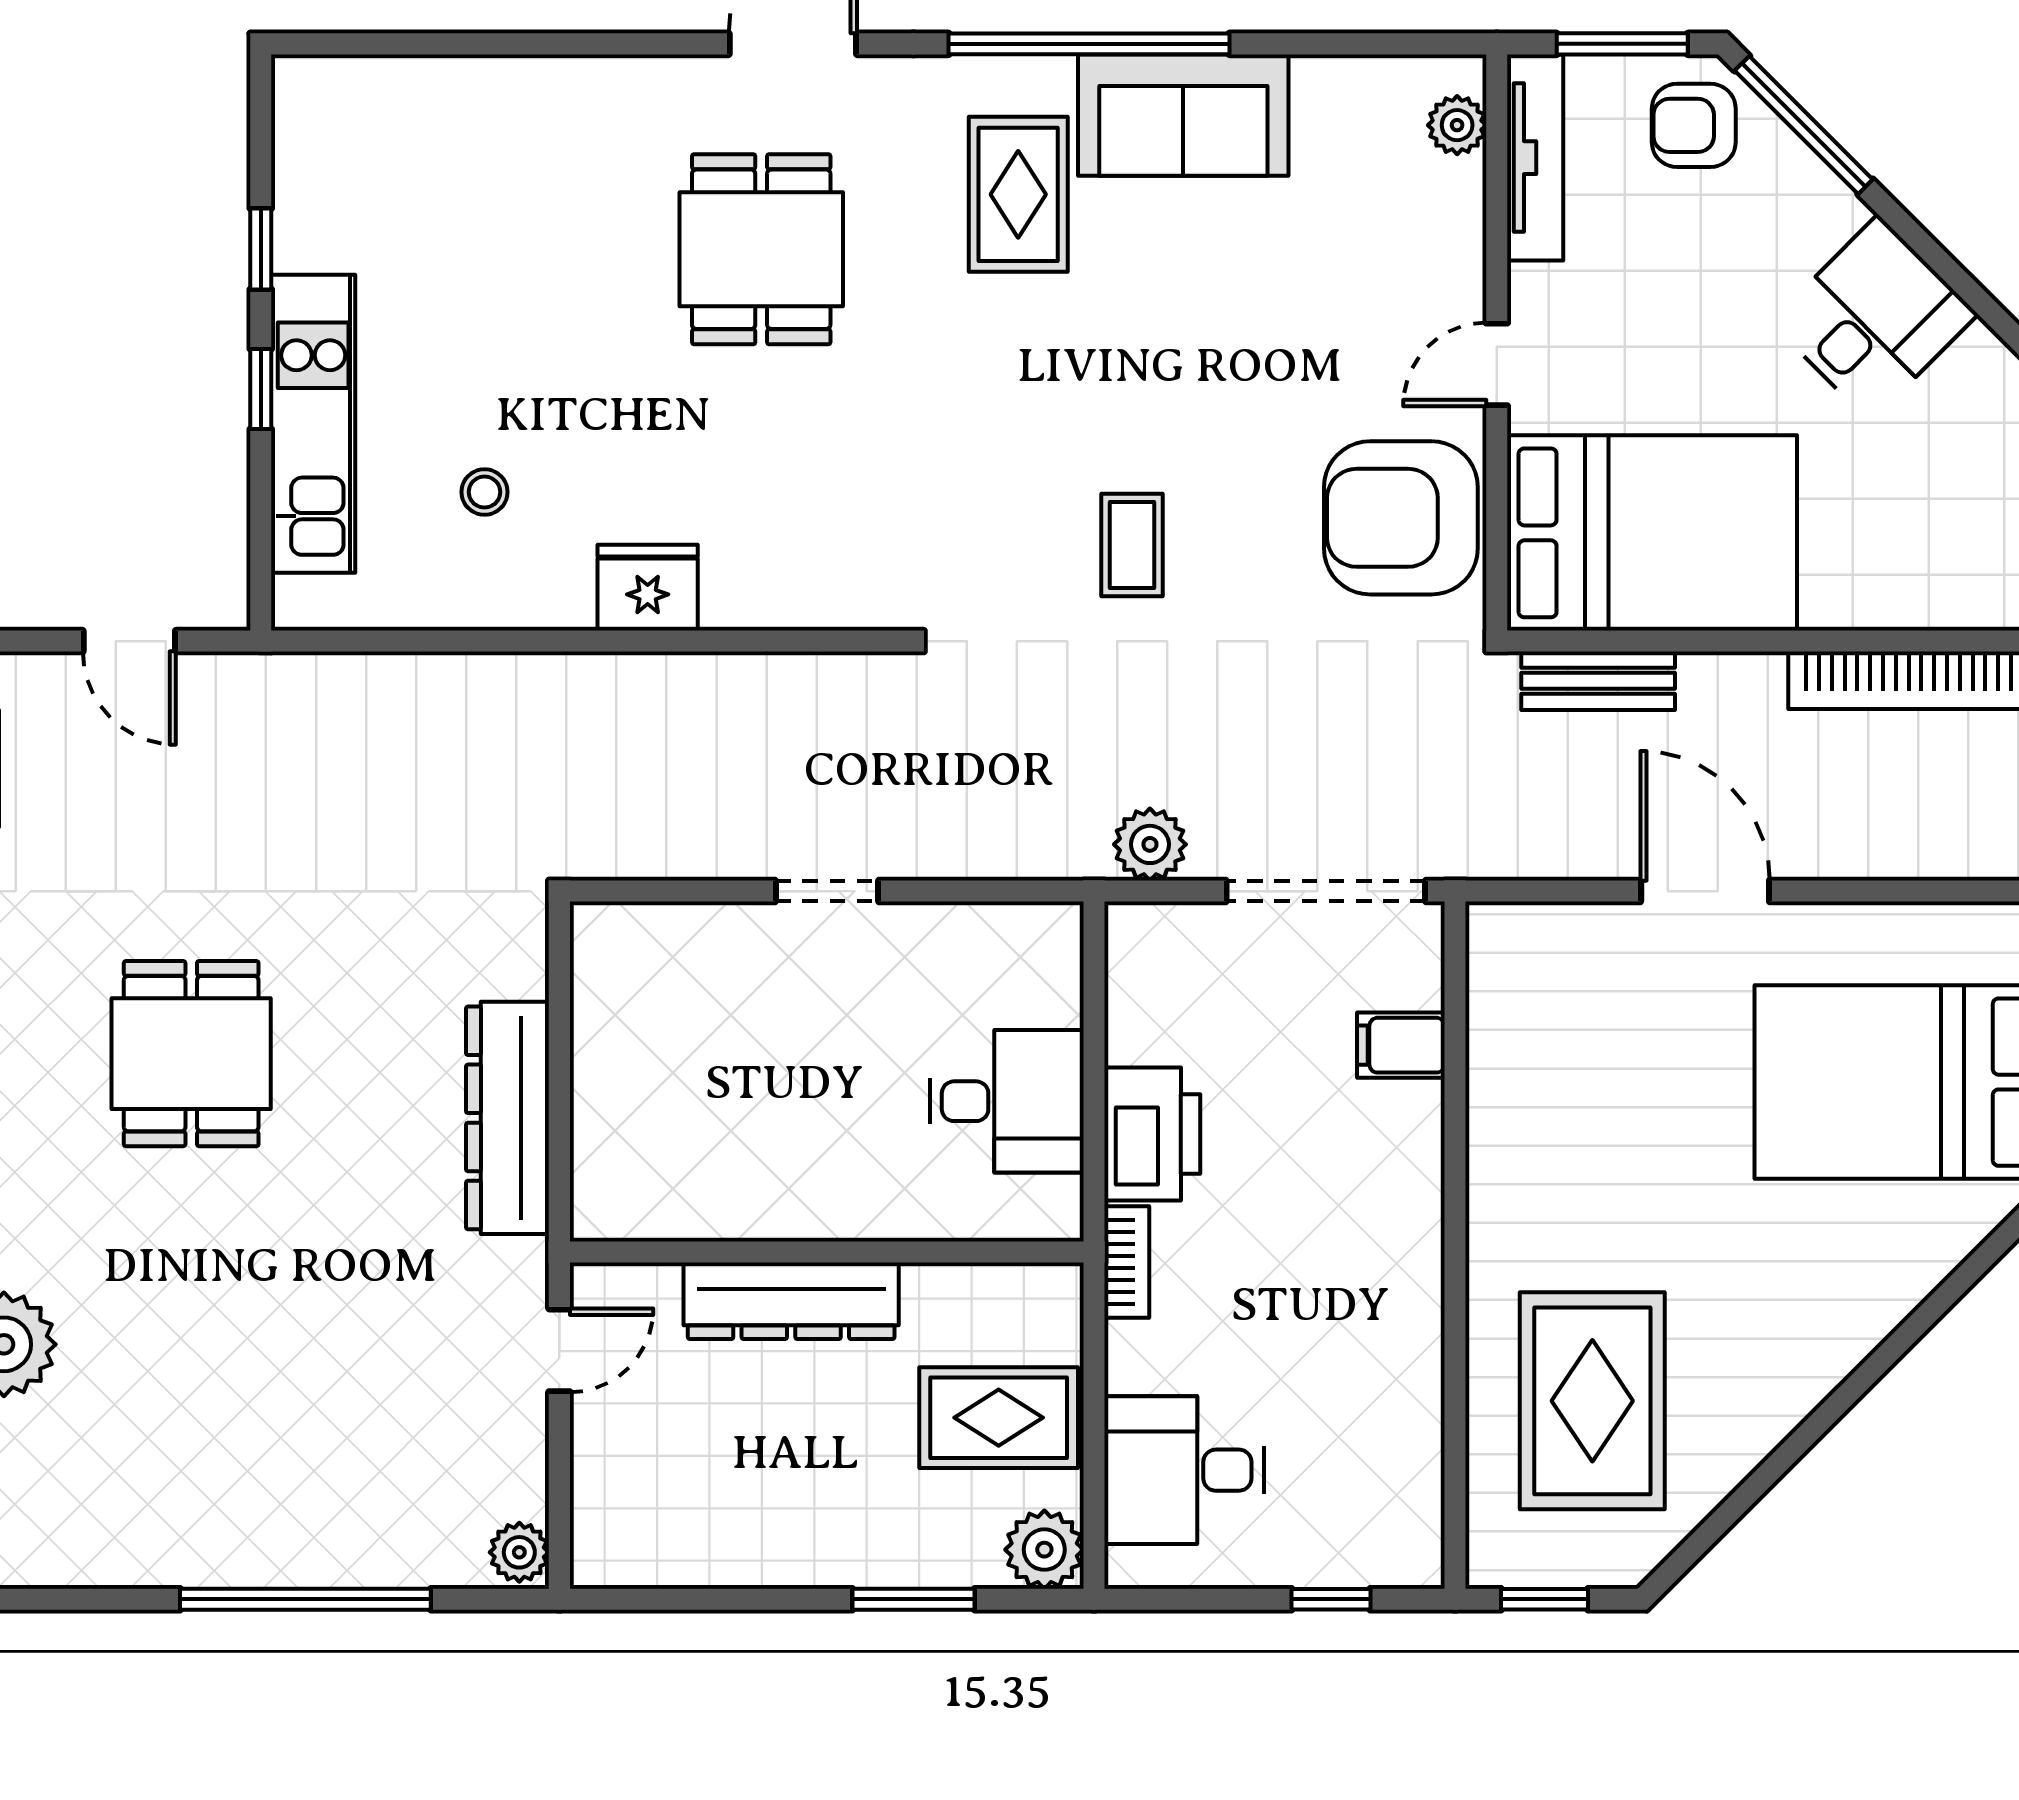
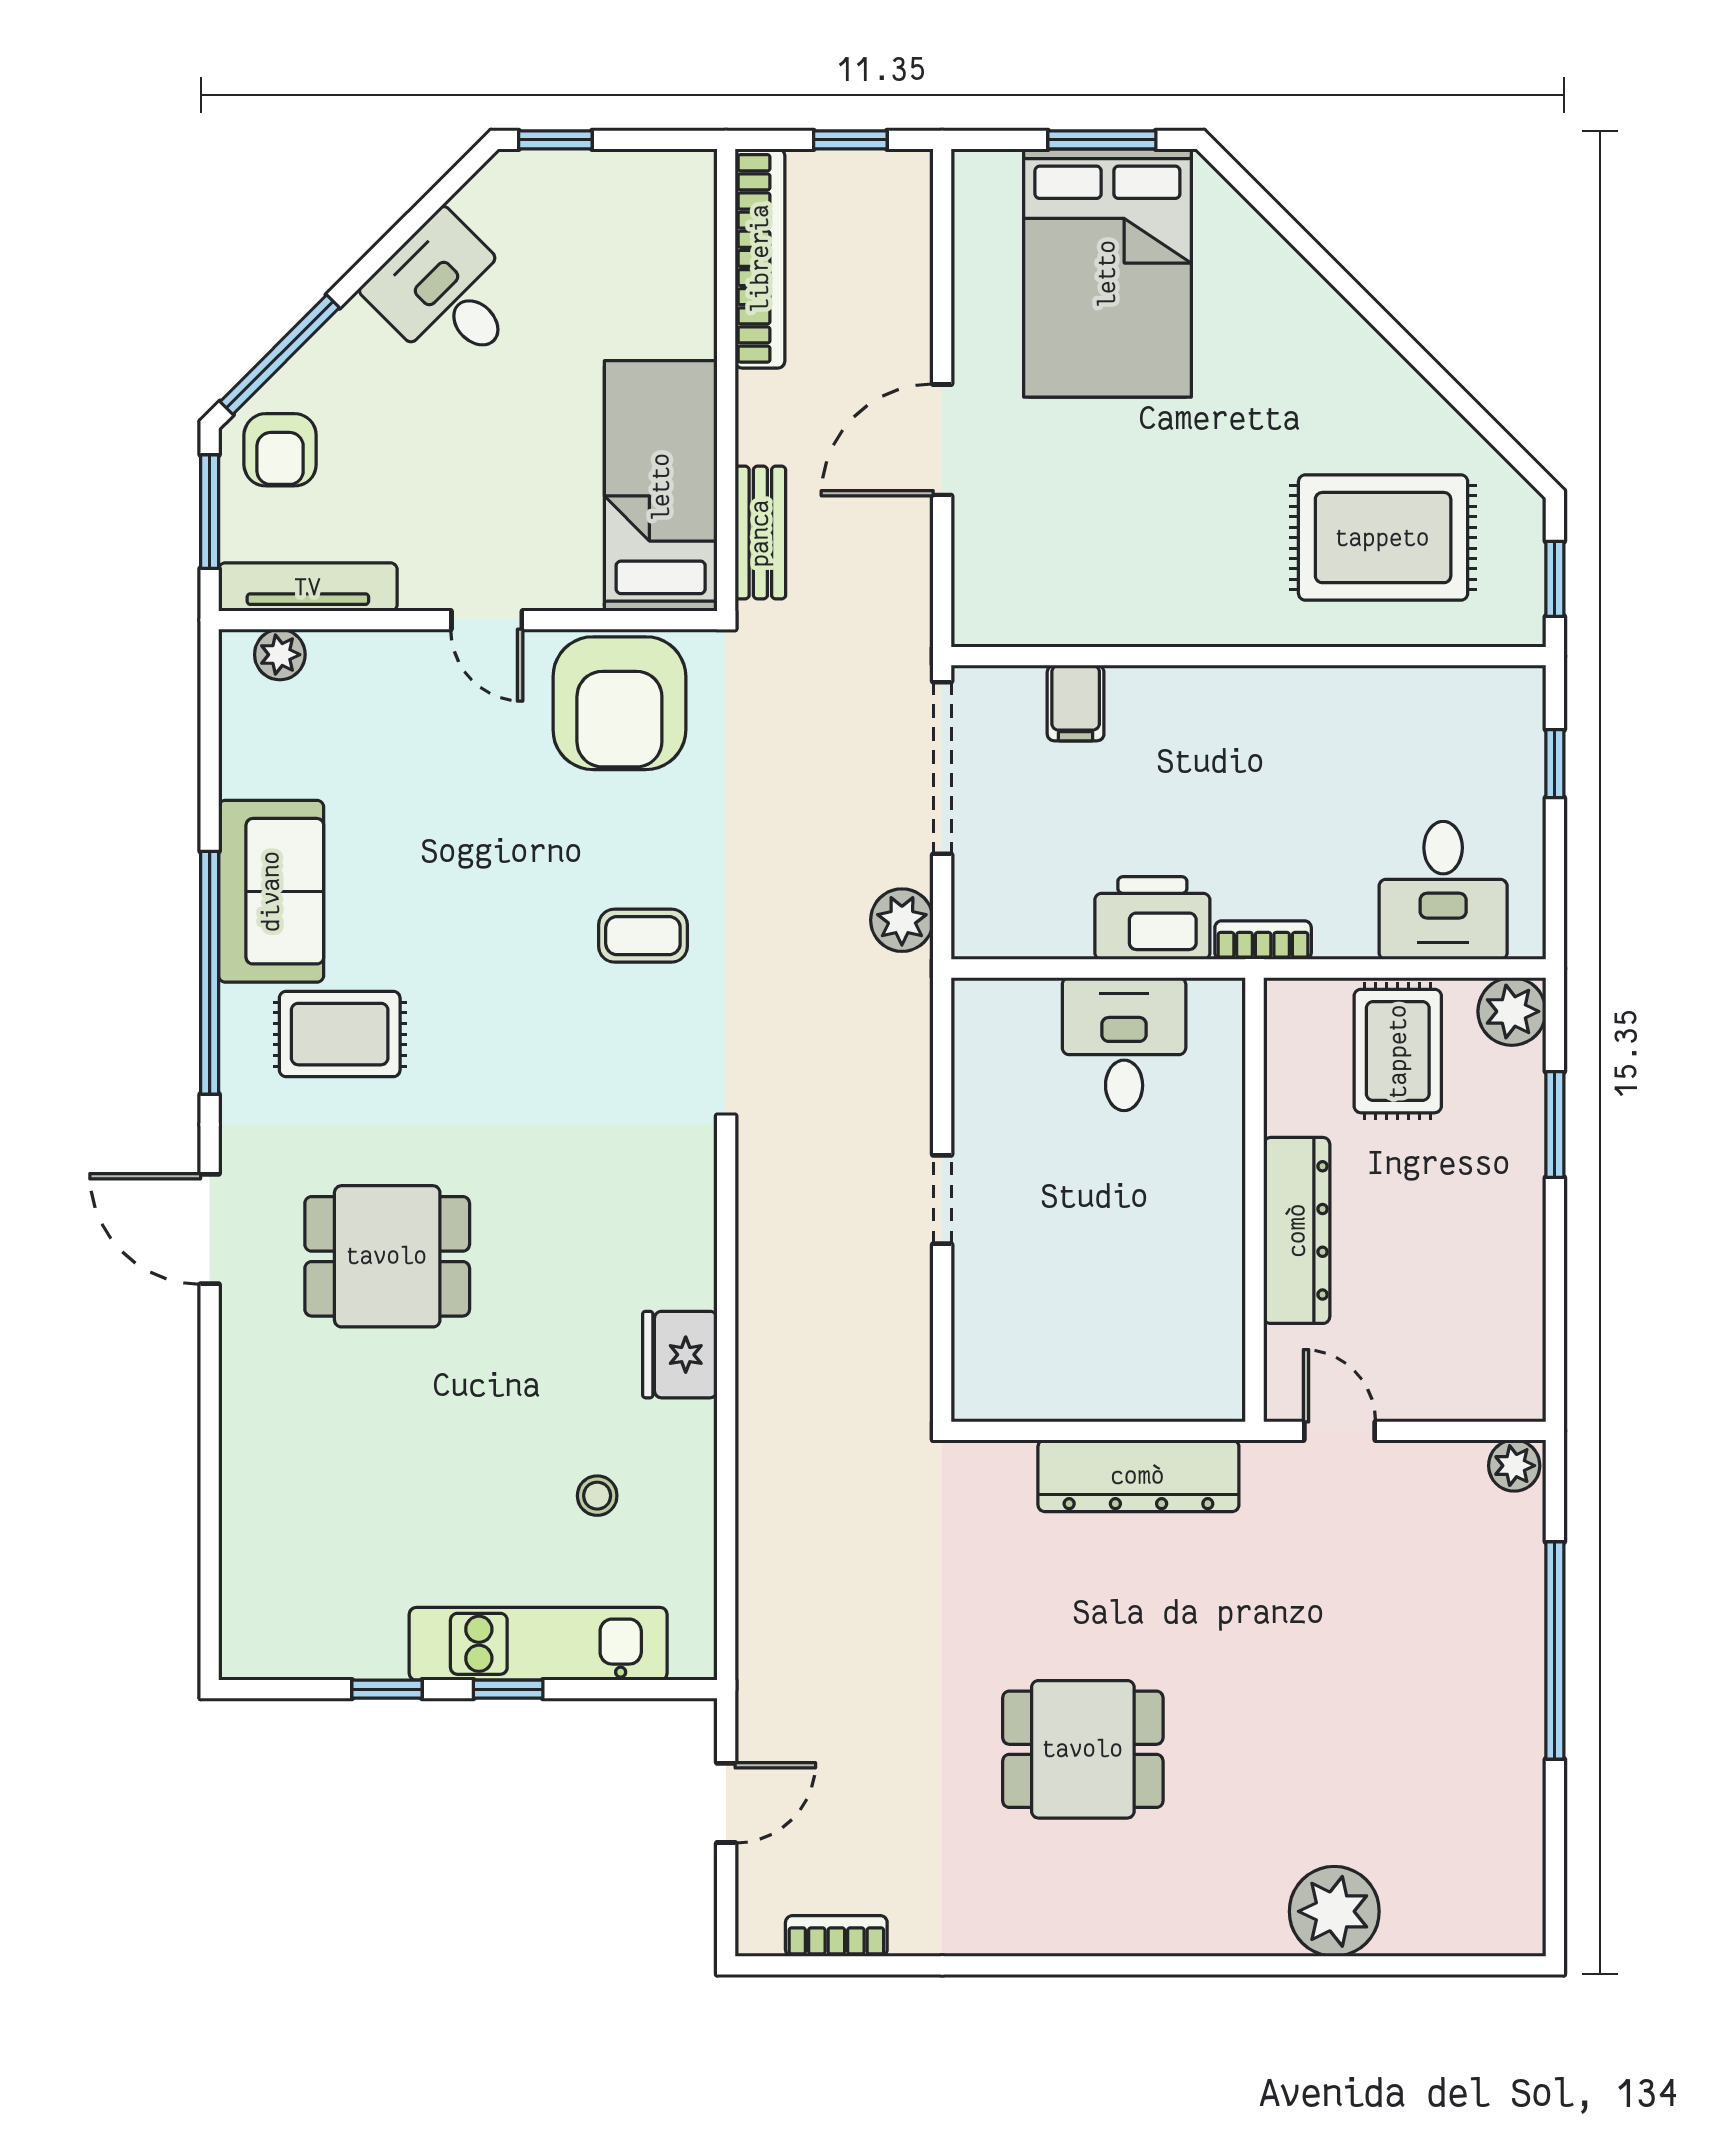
bed: (1652, 533) -> (661, 486), width x0.67

